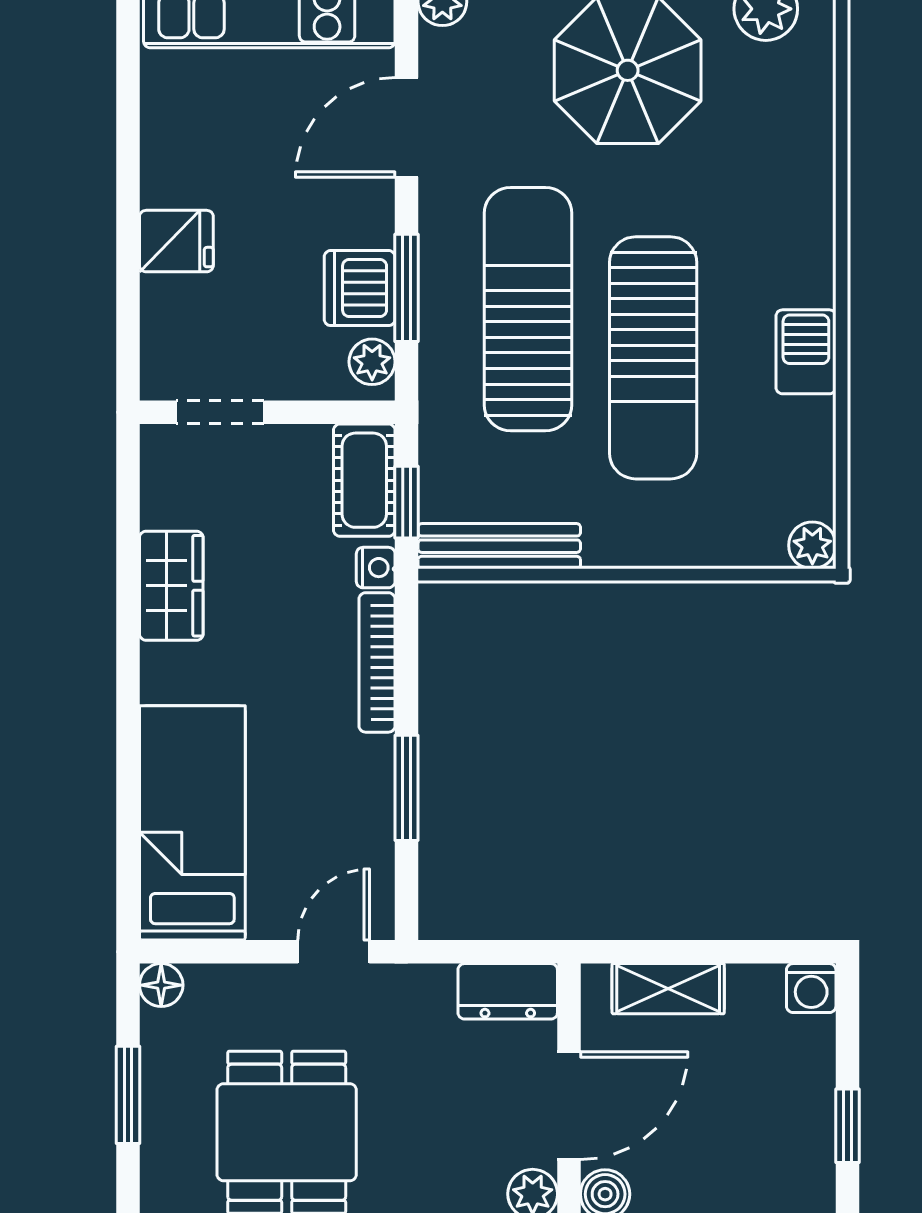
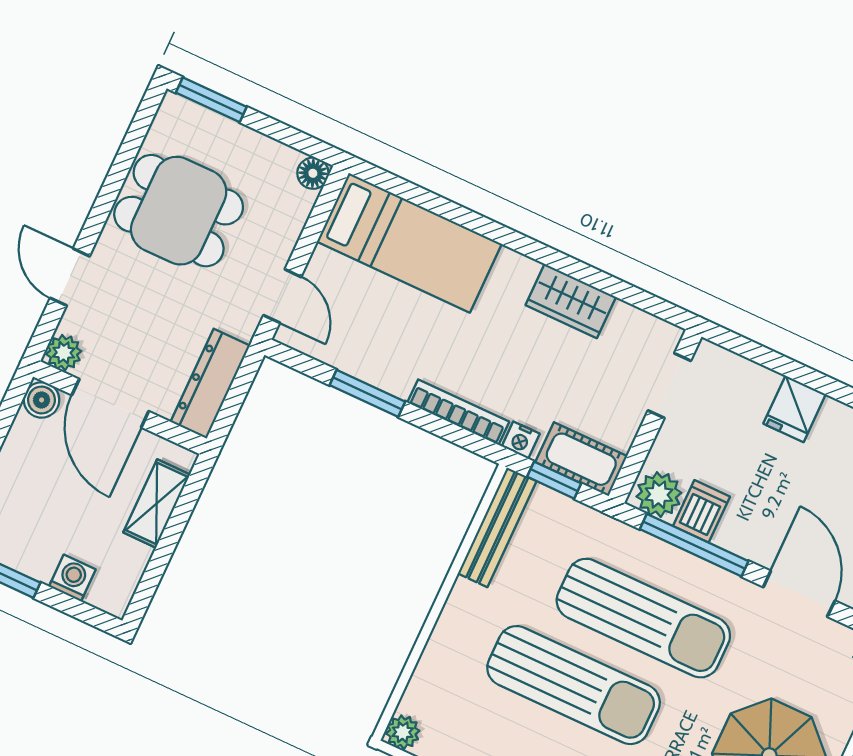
dishwasher: (360, 288) -> (701, 511), width x0.73
window: (406, 288) -> (694, 545), width x1.44
sun lounger: (653, 358) -> (574, 685), turned 180
plant: (372, 362) -> (659, 495), width x1.38, depth x1.38
washing machine: (811, 988) -> (72, 578), moved, turned 90
dresser: (508, 991) -> (210, 384), width x1.44
window: (128, 1095) -> (211, 100), moved

